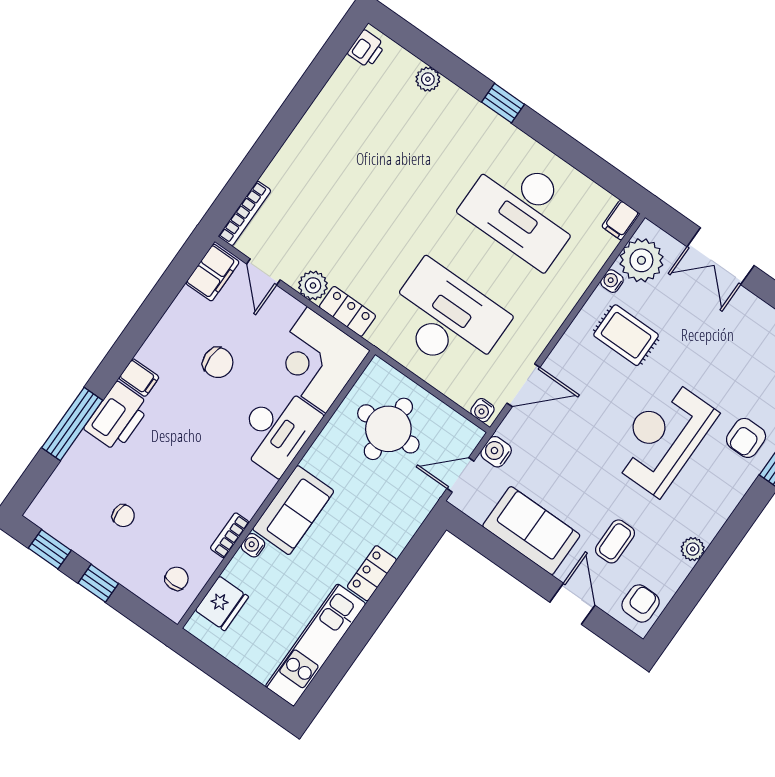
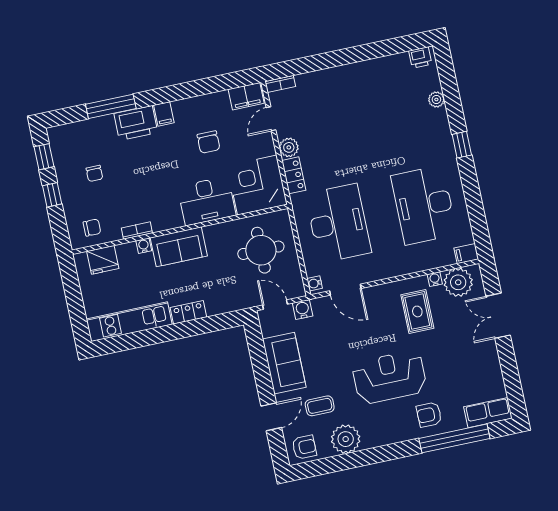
bookcase: (245, 213) -> (280, 84), width x0.64
plant: (693, 549) -> (346, 439), width x1.87, depth x1.87

